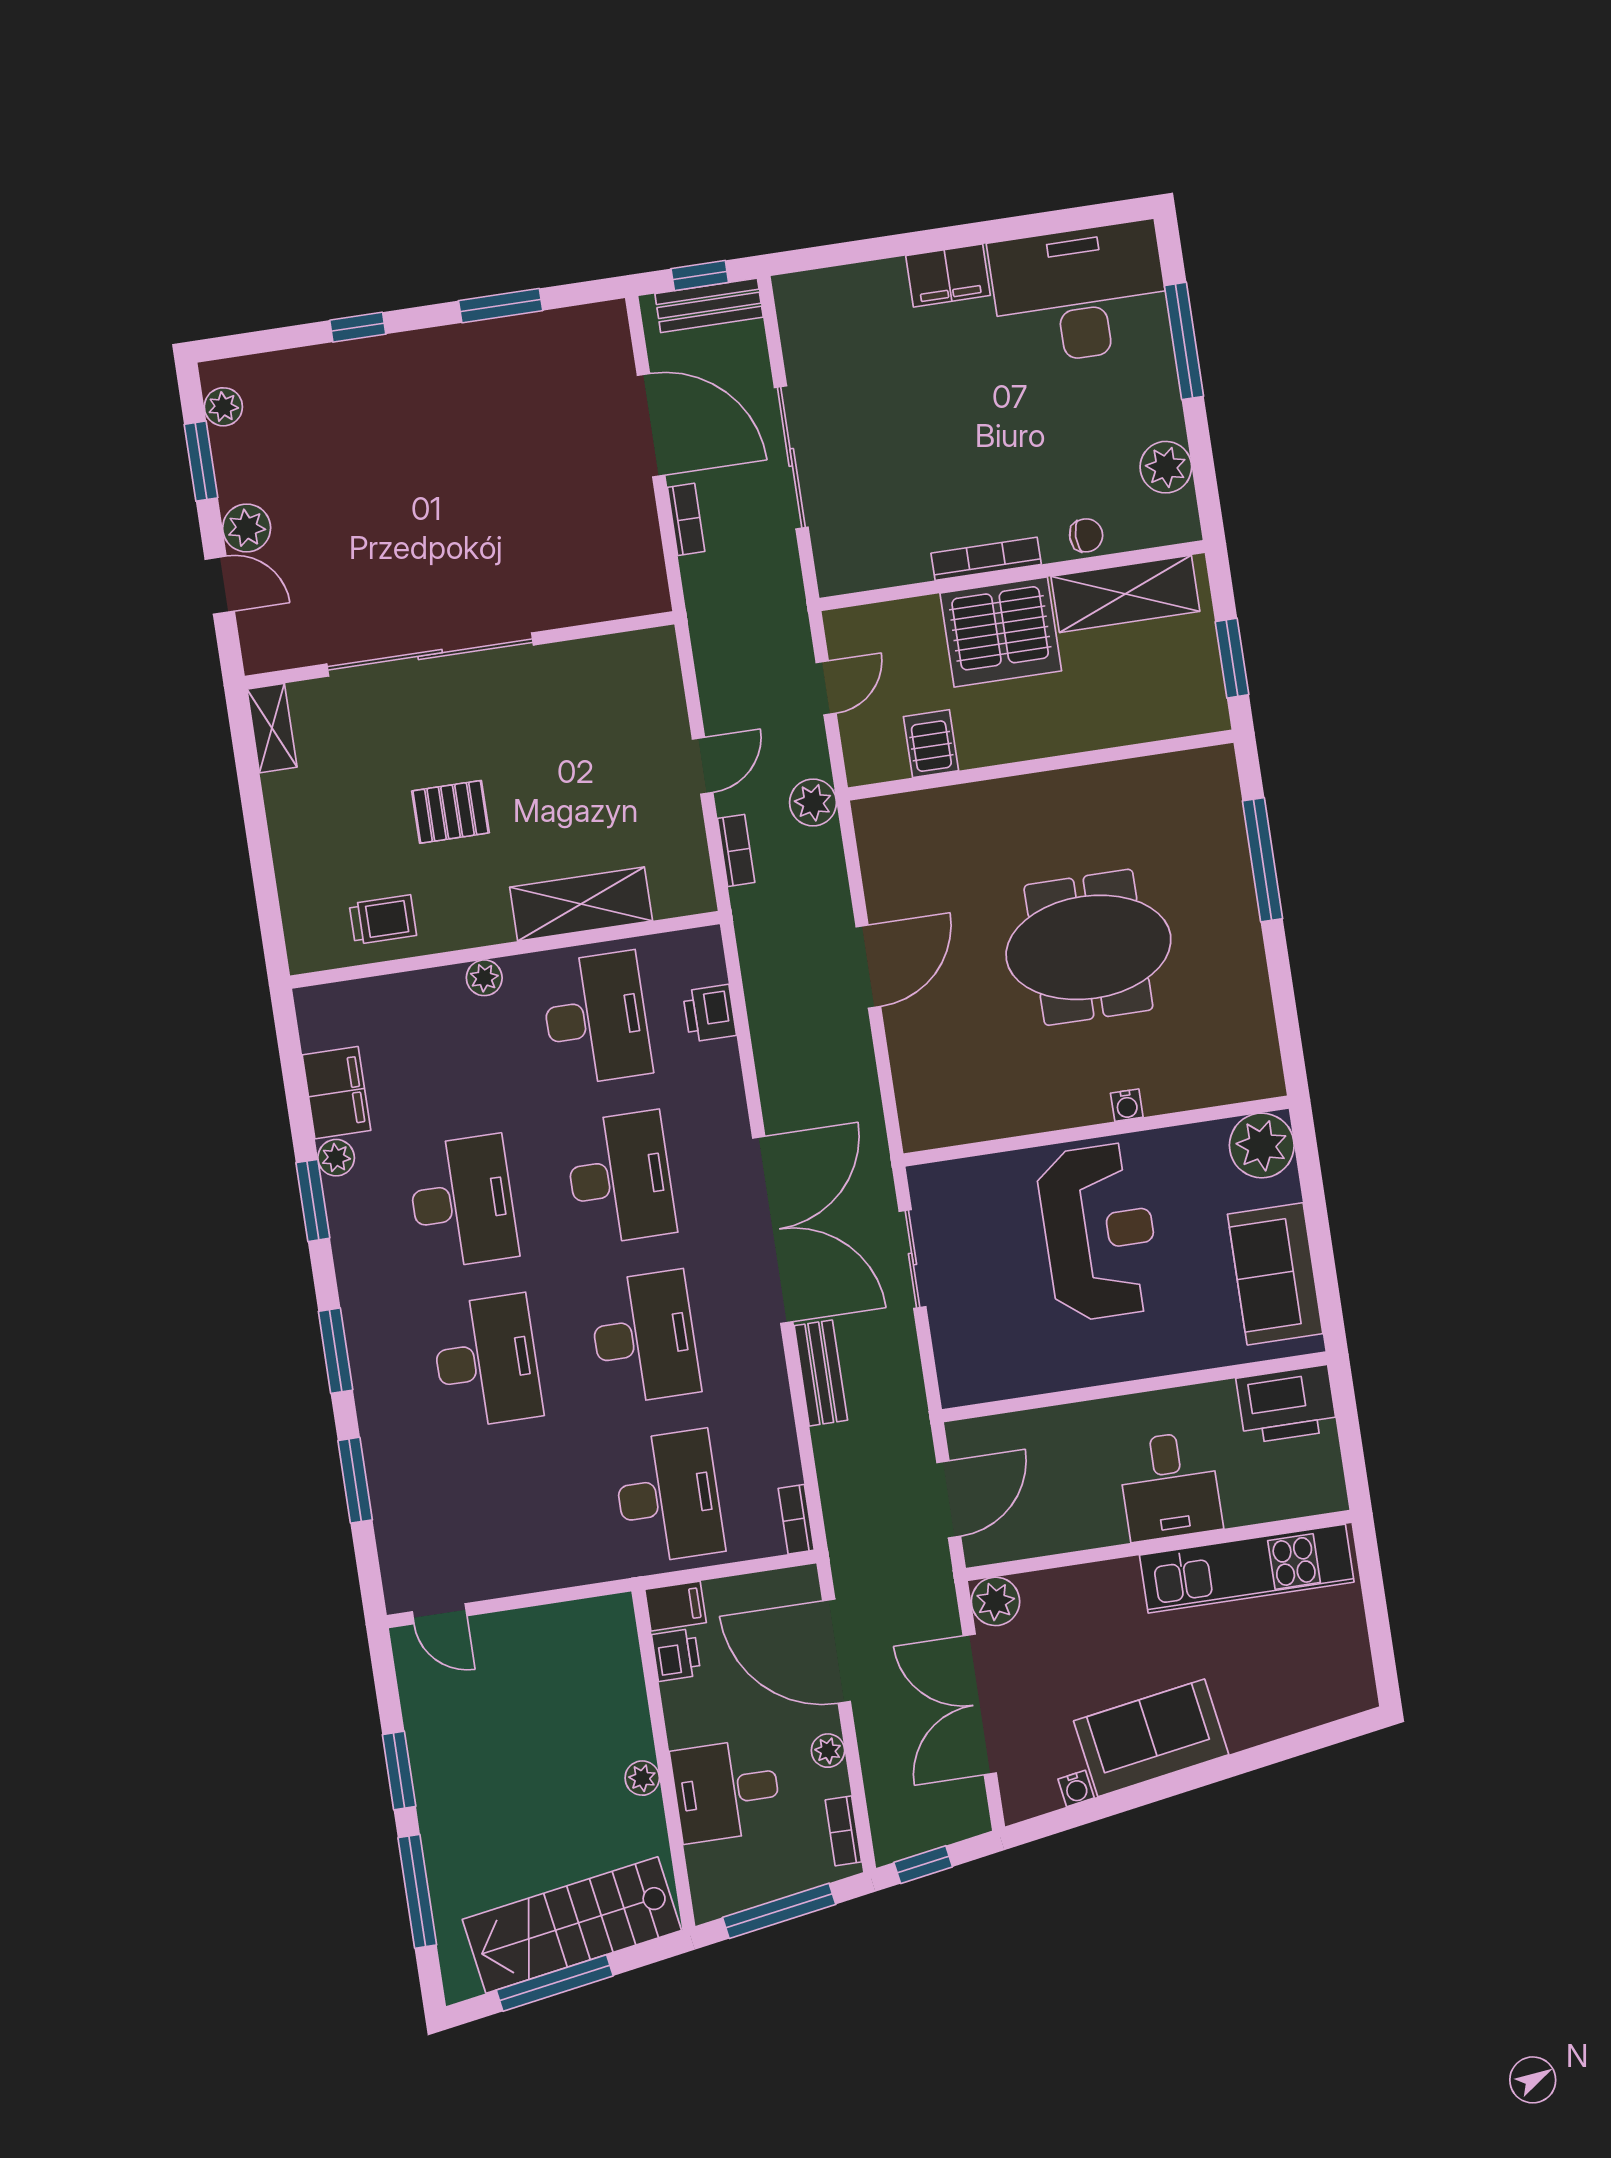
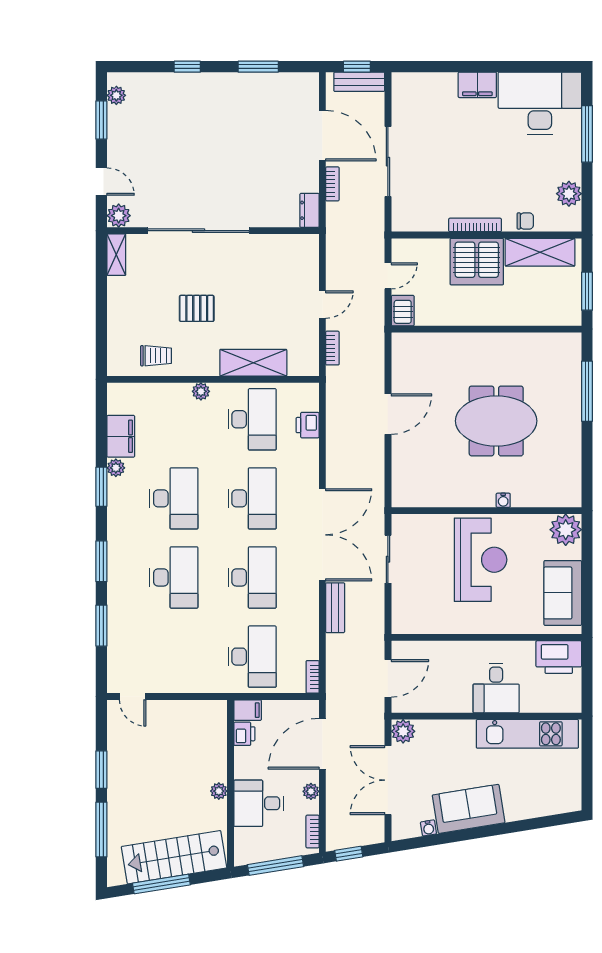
plant: (247, 528) -> (119, 216), moved
dresser: (648, 580) -> (310, 210), added
server rack: (931, 744) -> (403, 311), moved
plant: (813, 803) -> (373, 330), removed
door: (836, 1651) -> (322, 744), hinge flipped

